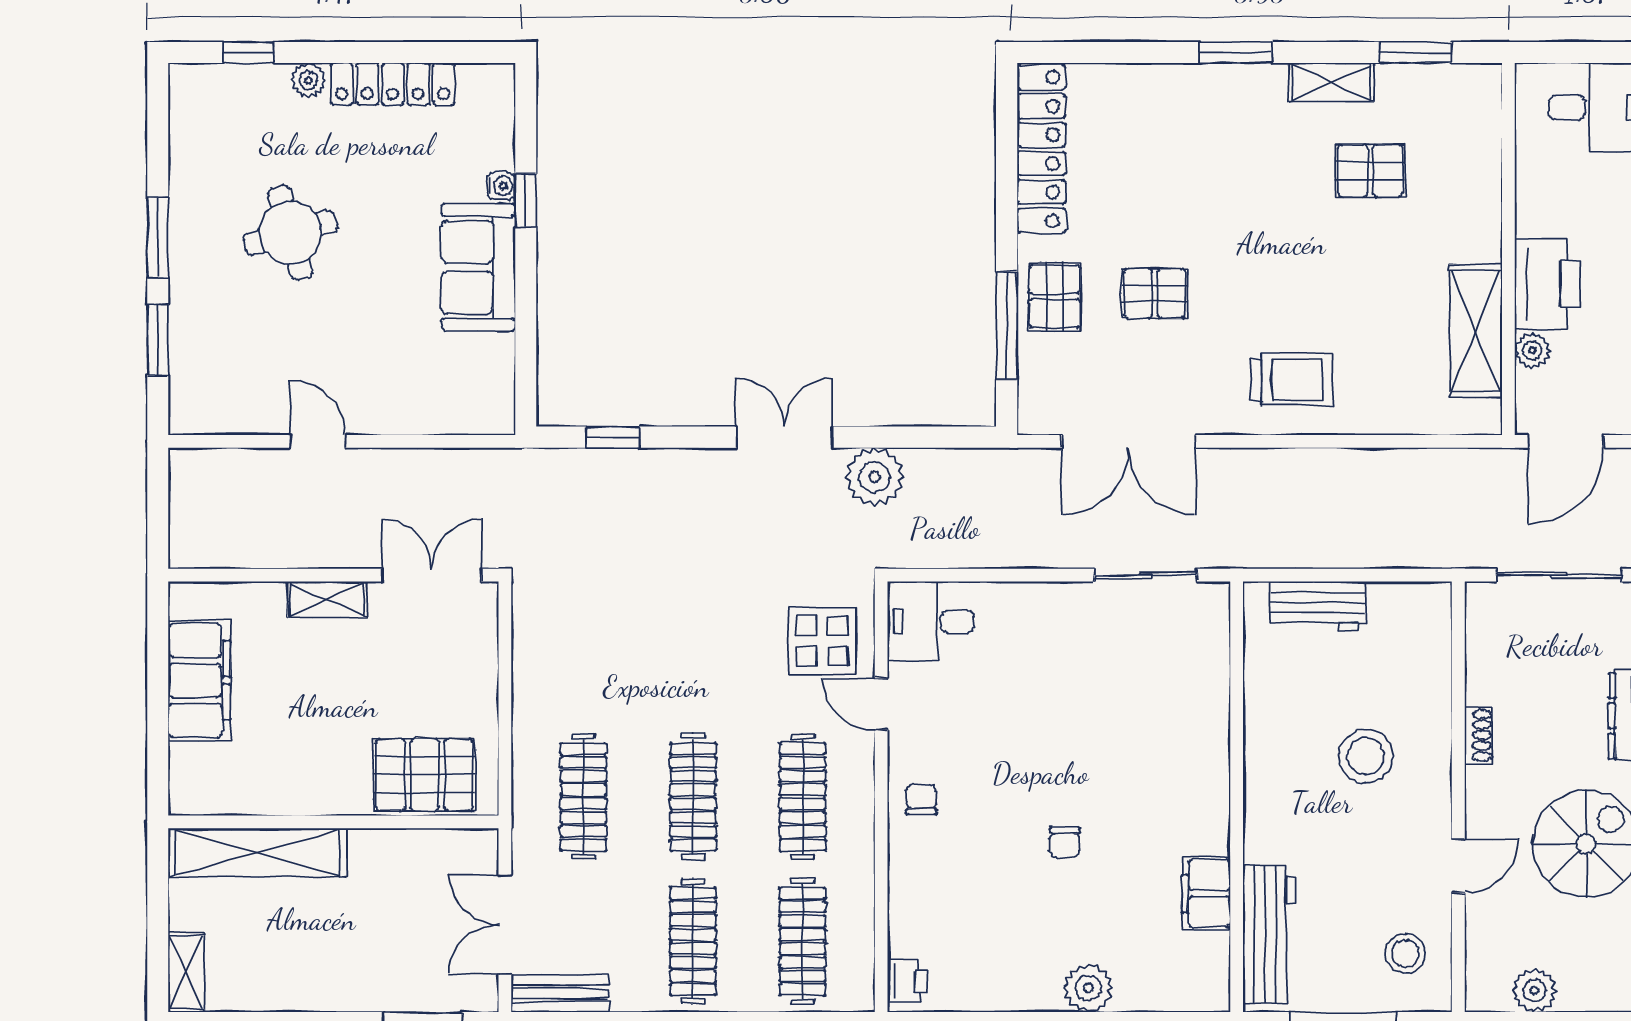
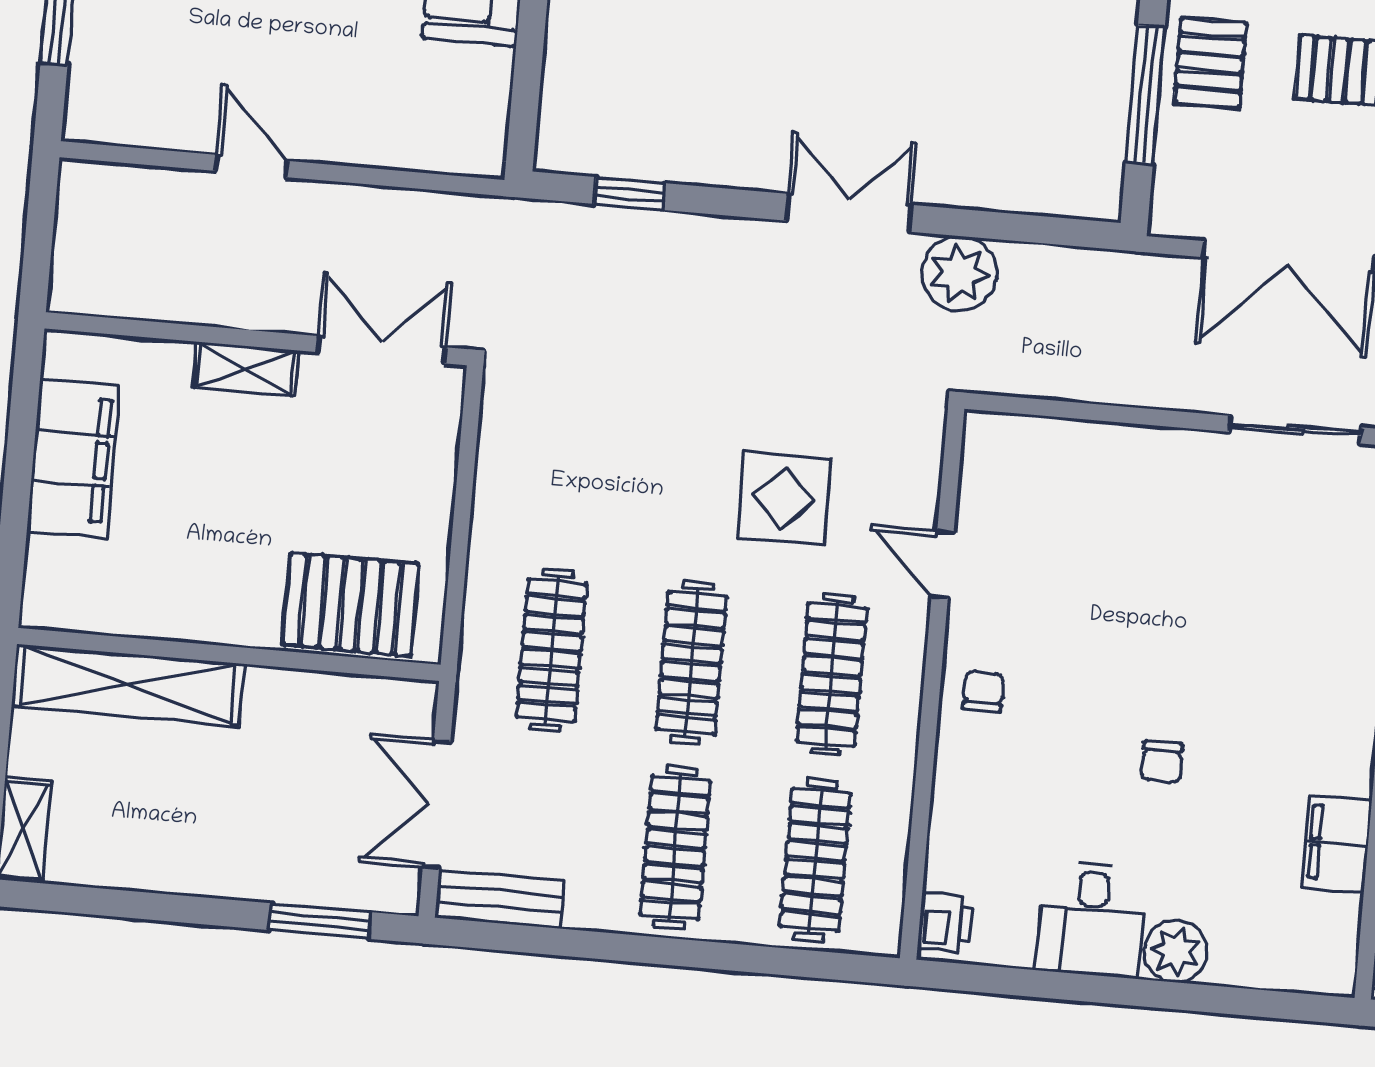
desk: (931, 622) -> (1091, 919), moved, turned -90
display table: (822, 641) -> (784, 498), moved

